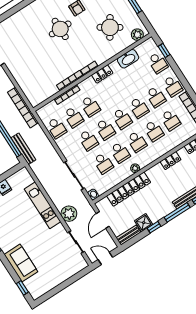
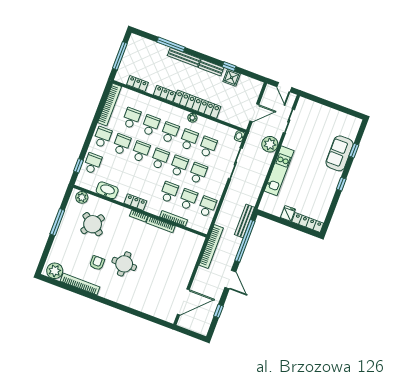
locker: (129, 189) -> (197, 104), moved
window: (177, 212) -> (203, 57), removed
bench: (128, 235) -> (211, 68), moved
window: (22, 288) -> (354, 151), moved

